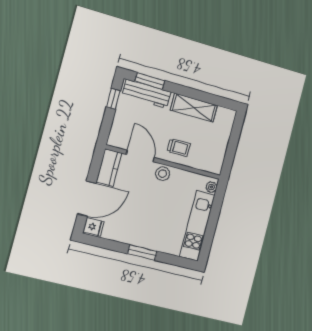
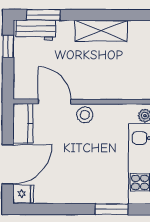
workbench: (146, 94) -> (36, 30), width x0.73
trolley: (179, 148) -> (95, 81), removed
window: (142, 252) -> (112, 209), moved

